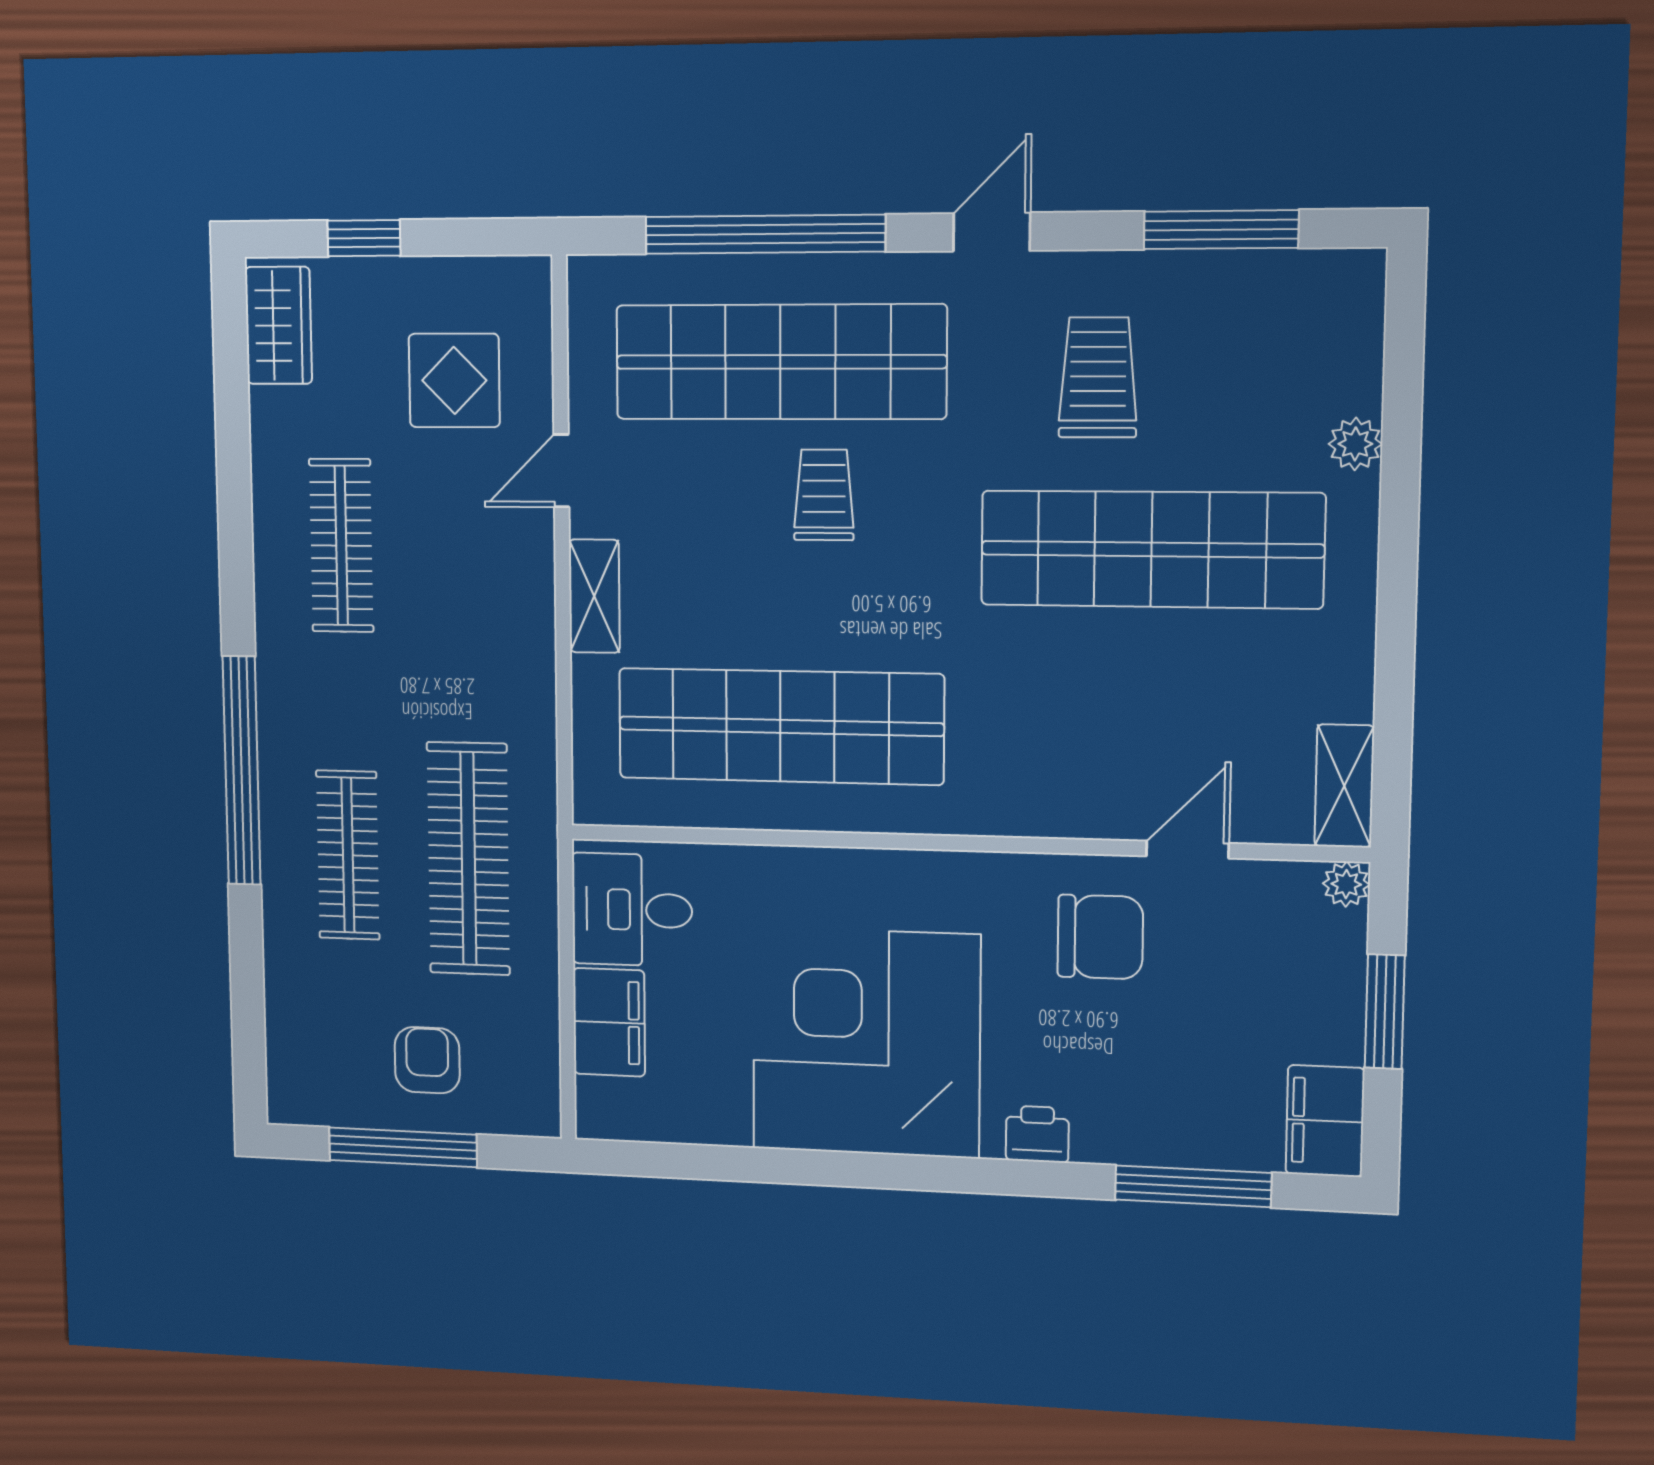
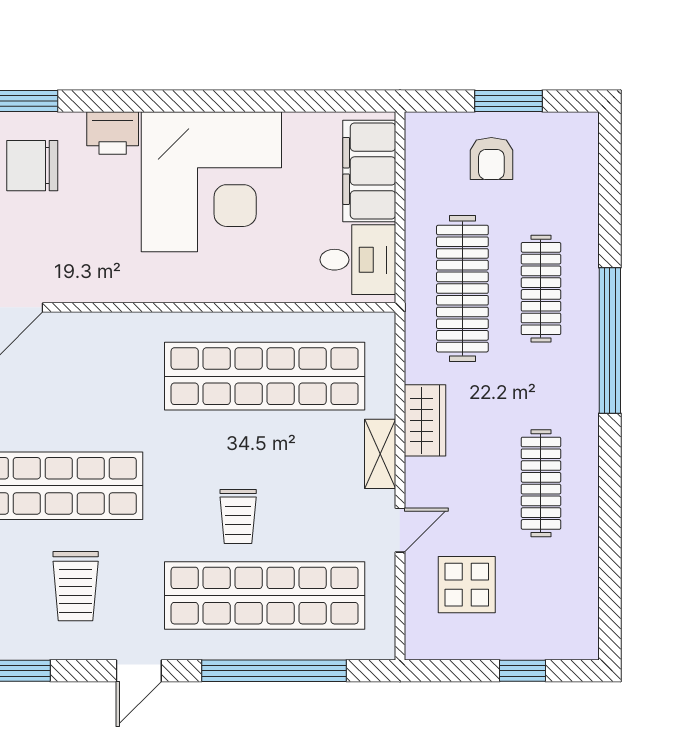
wardrobe: (278, 325) -> (425, 420), moved, turned 180
chair: (1100, 937) -> (32, 166), moved
filing cabinet: (609, 1022) -> (369, 171), width x1.50, depth x1.17
printer: (1037, 1134) -> (113, 133), width x1.36, depth x1.24
window: (403, 1147) -> (509, 101), width x0.69

